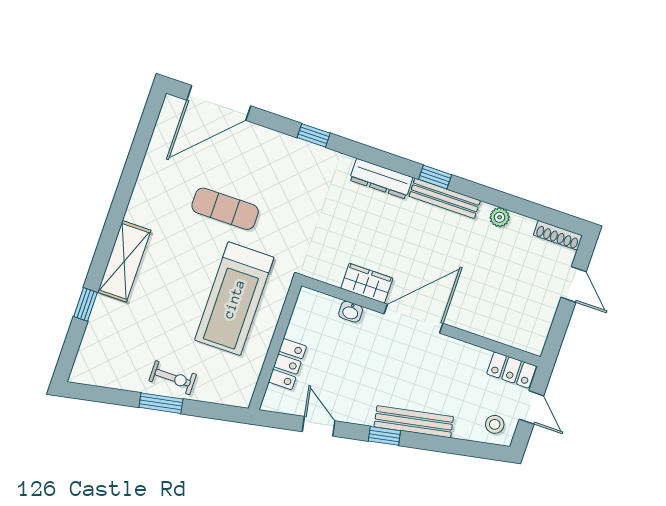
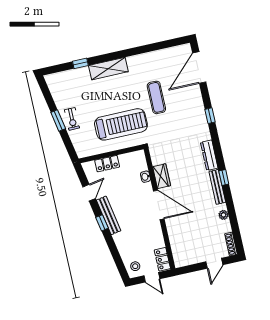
door: (219, 103) -> (199, 67), hinge flipped
treadmill: (234, 299) -> (121, 124), turned 180
door: (531, 407) -> (152, 277), hinge flipped
bench: (414, 422) -> (109, 215), moved

